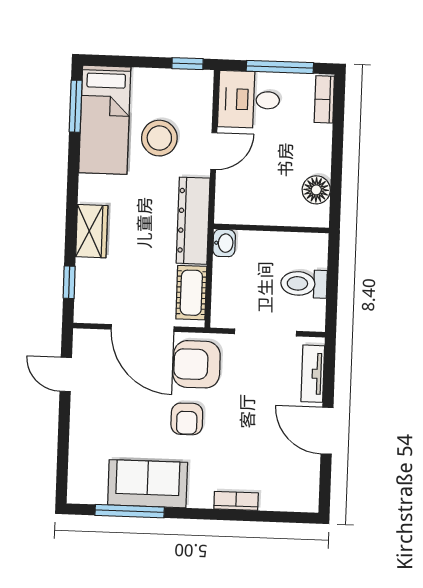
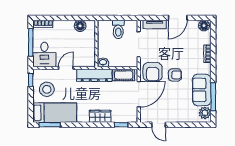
stool: (159, 138) -> (47, 89), moved
door: (214, 151) -> (66, 68), hinge flipped
door: (66, 374) -> (159, 125), hinge flipped
plant: (91, 489) -> (205, 113), added
floor lamp: (306, 495) -> (204, 26), added

